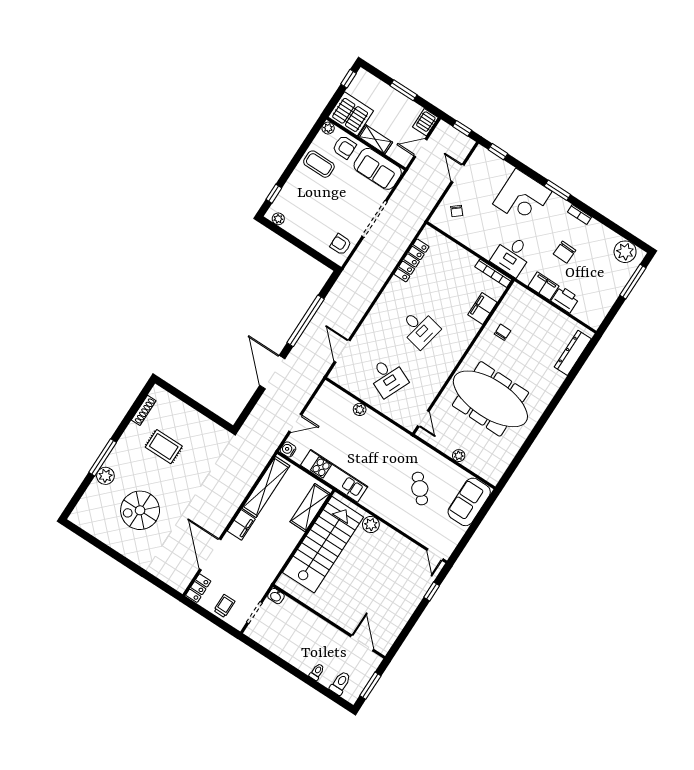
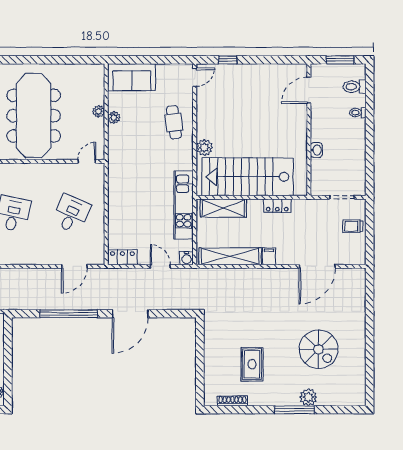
locker: (324, 396) -> (122, 257), added
plant: (360, 409) -> (114, 118), moved
cafe table: (420, 489) -> (174, 122), moved, turned -55
filing cabinet: (241, 525) -> (269, 256), width x0.50
locker: (198, 588) -> (277, 206), moved, turned 180
washbasin: (276, 596) -> (316, 150), moved

